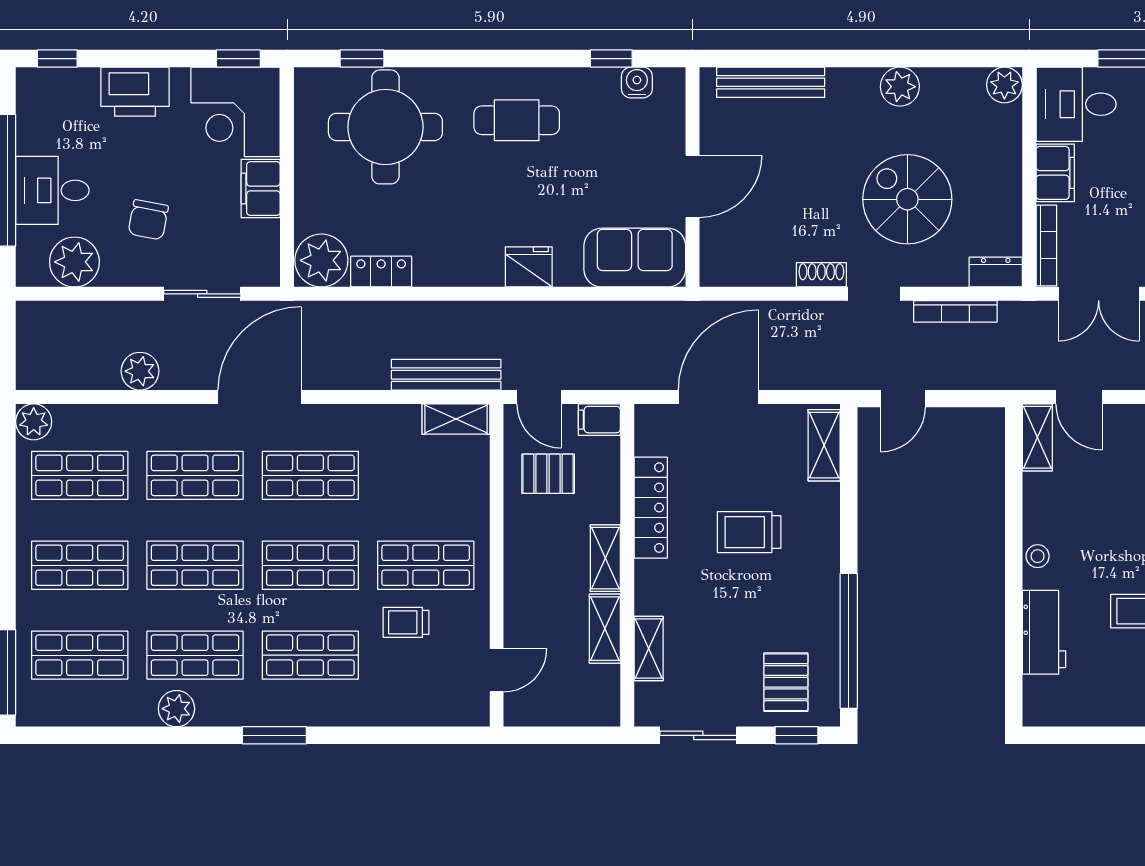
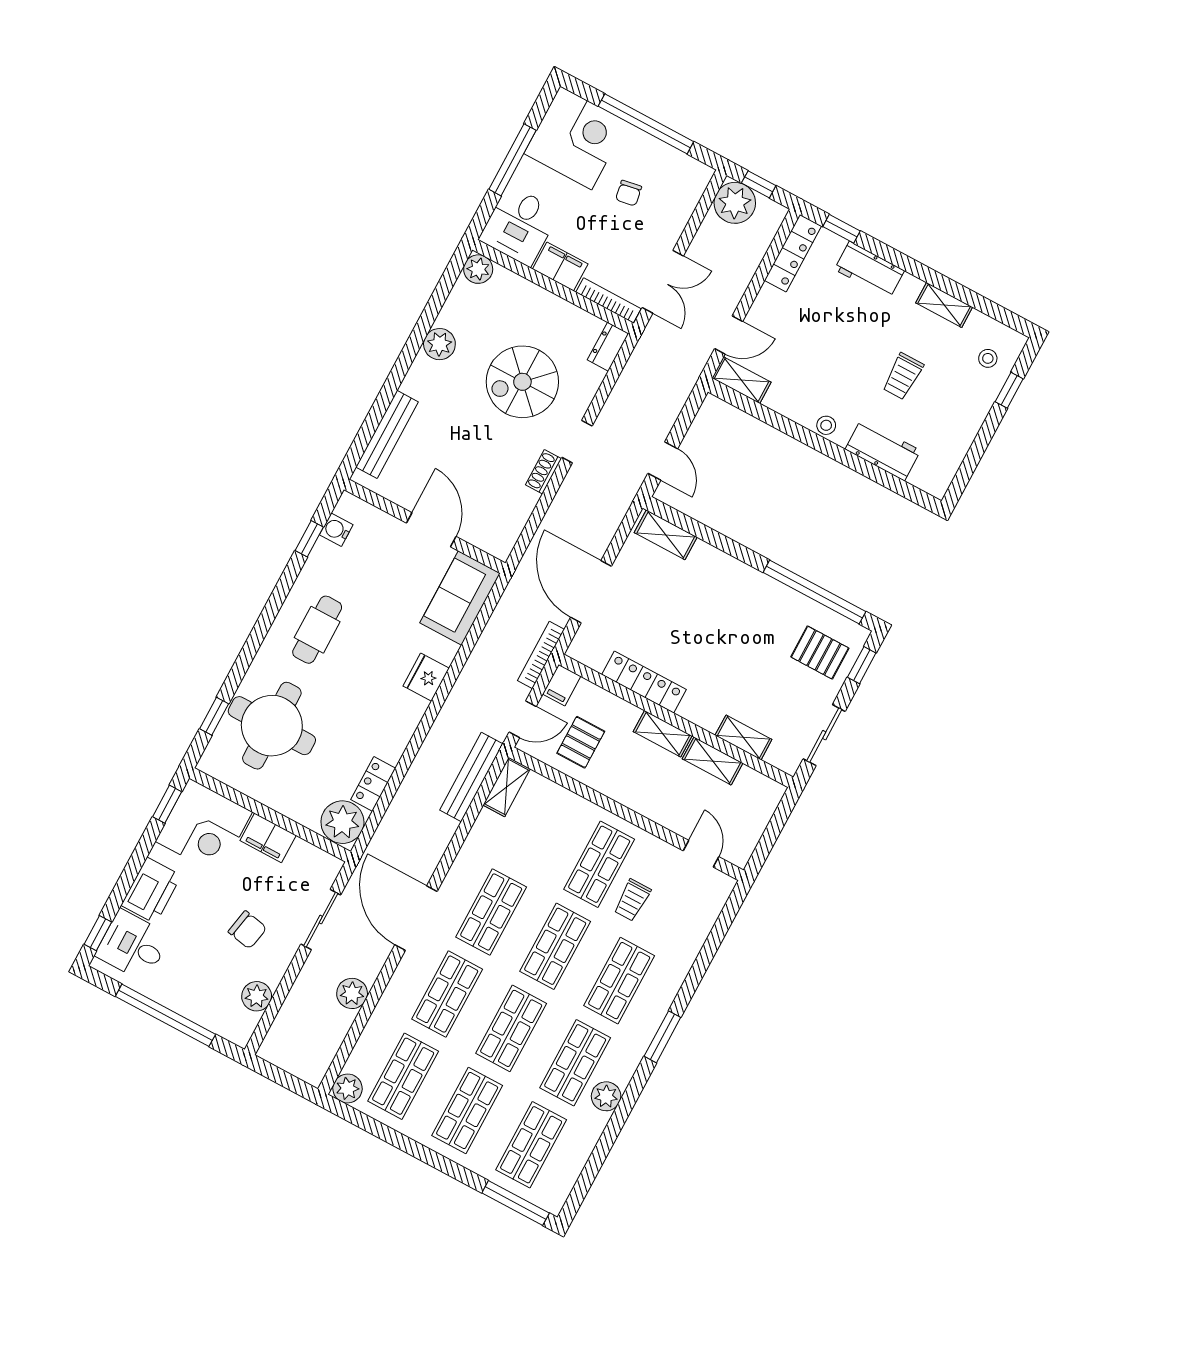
desk: (52, 190) -> (133, 946), moved, turned 90
plant: (74, 262) -> (257, 996), width x0.73, depth x0.73
bookcase: (955, 311) -> (541, 655), moved, turned 180
trolley: (749, 532) -> (699, 621), removed

